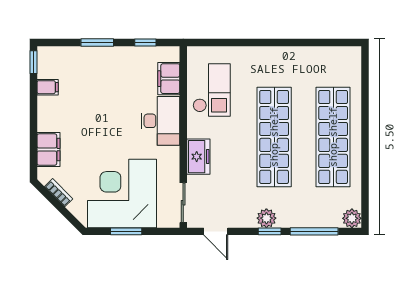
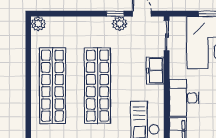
plant: (266, 218) -> (119, 24), moved
window: (270, 231) -> (115, 14), moved
window: (314, 231) -> (67, 14), removed

